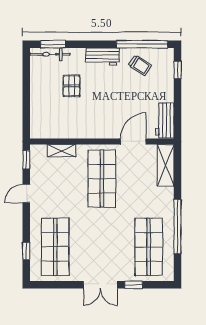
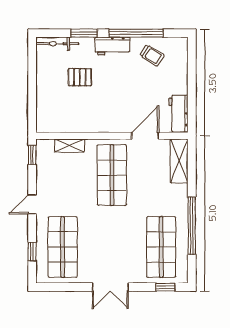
window: (53, 44) -> (84, 33), moved
window: (142, 44) -> (136, 33), moved
window: (178, 70) -> (192, 60), removed
pallet: (72, 86) -> (80, 77), turned 90
door: (26, 194) -> (32, 204), moved
window: (134, 285) -> (165, 287), moved

